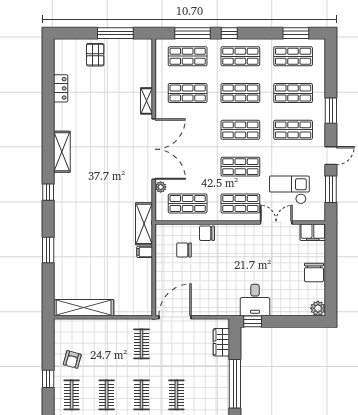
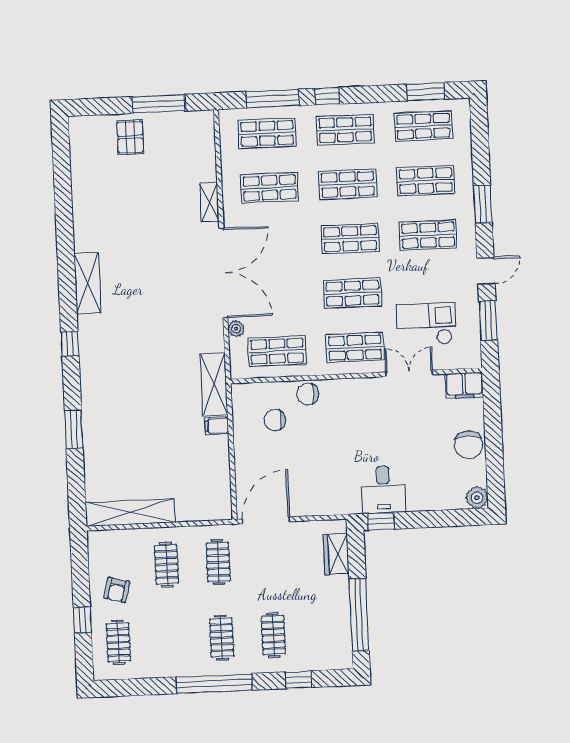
locker: (61, 88) -> (81, 189), removed
clothes rail: (107, 395) -> (166, 564), moved

